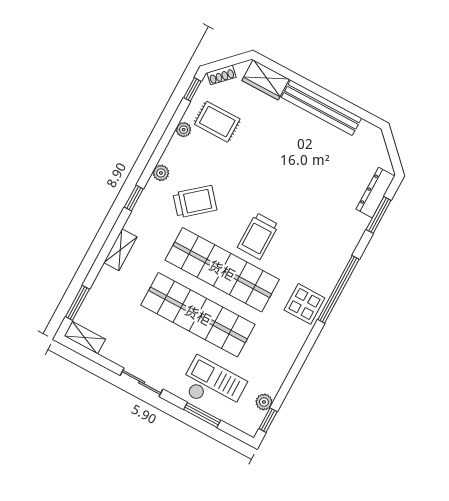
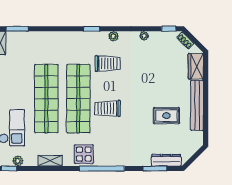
rug: (217, 122) -> (166, 116), moved, turned 90
trolley: (195, 202) -> (108, 63), turned -50
shelving: (120, 250) -> (50, 161), moved

